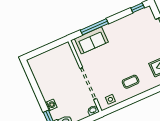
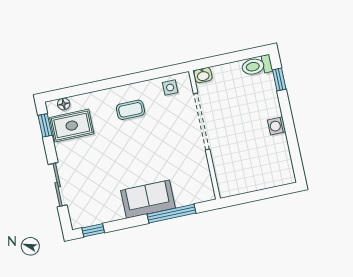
sofa: (91, 40) -> (148, 199), moved
washing machine: (51, 105) -> (277, 126), moved

